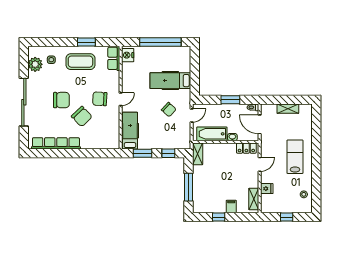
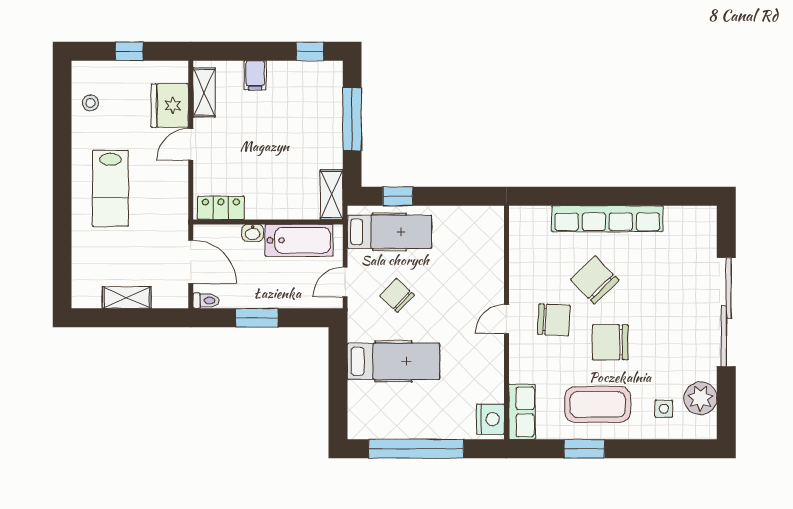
chair: (61, 100) -> (610, 342), moved
hospital bed: (130, 131) -> (389, 232), moved, turned -90
row of seats: (56, 143) -> (607, 219), moved
window: (142, 153) -> (457, 196), removed
door: (260, 164) -> (191, 144), moved
fridge: (267, 189) -> (170, 106), width x1.88, depth x1.34
window: (219, 217) -> (310, 51), moved

